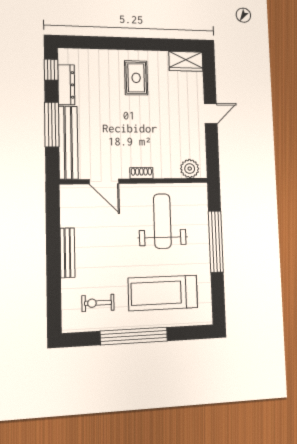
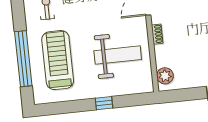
window: (216, 242) -> (104, 103), width x0.32
window: (134, 336) -> (23, 59), moved

